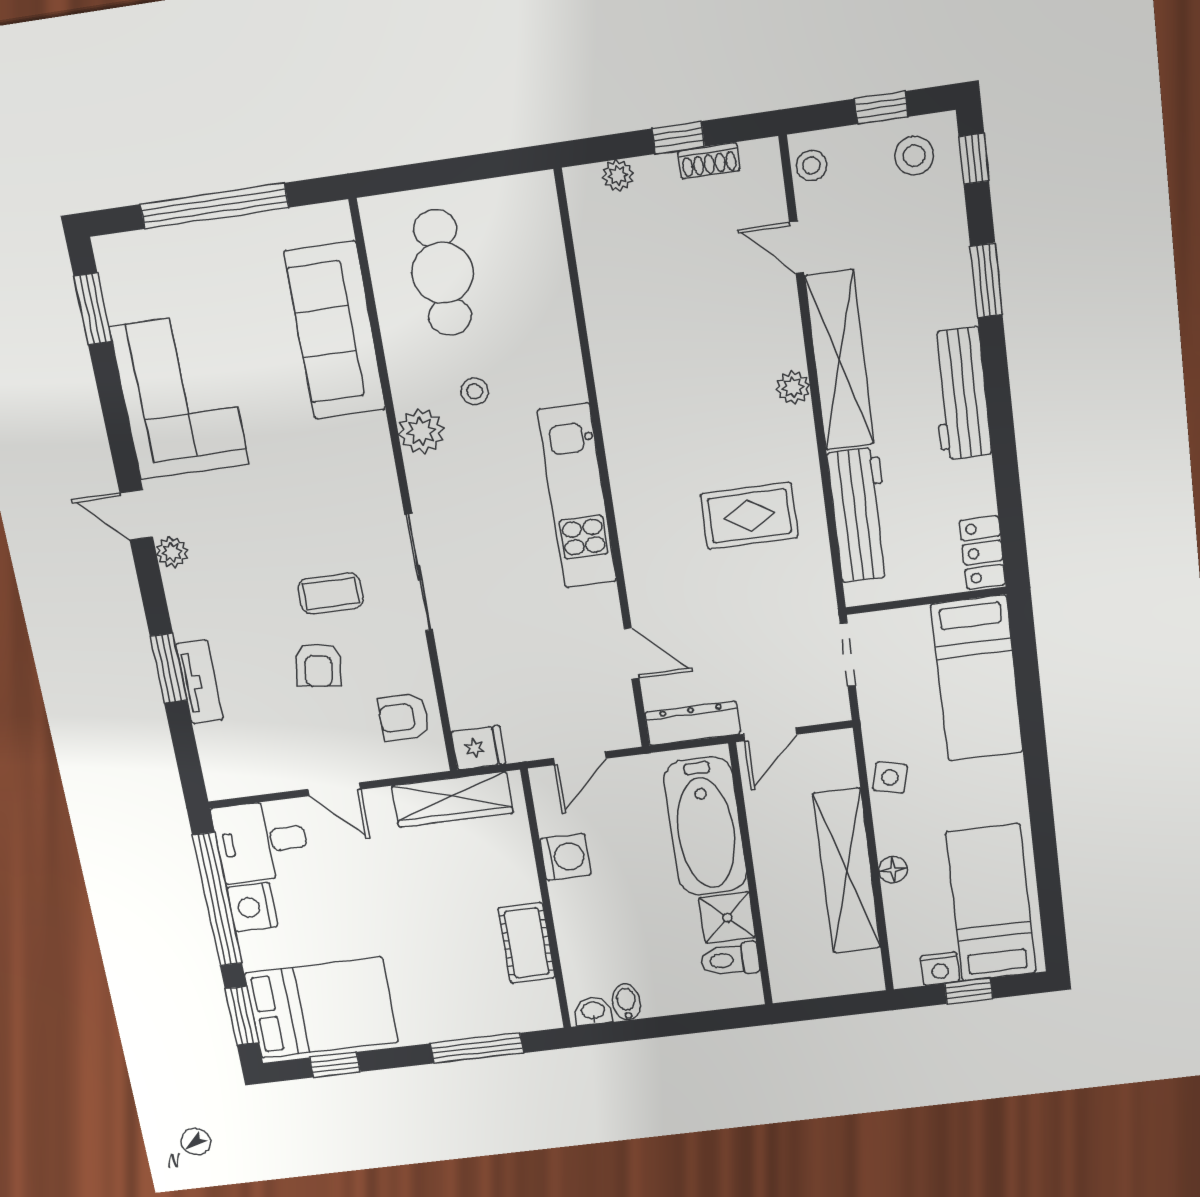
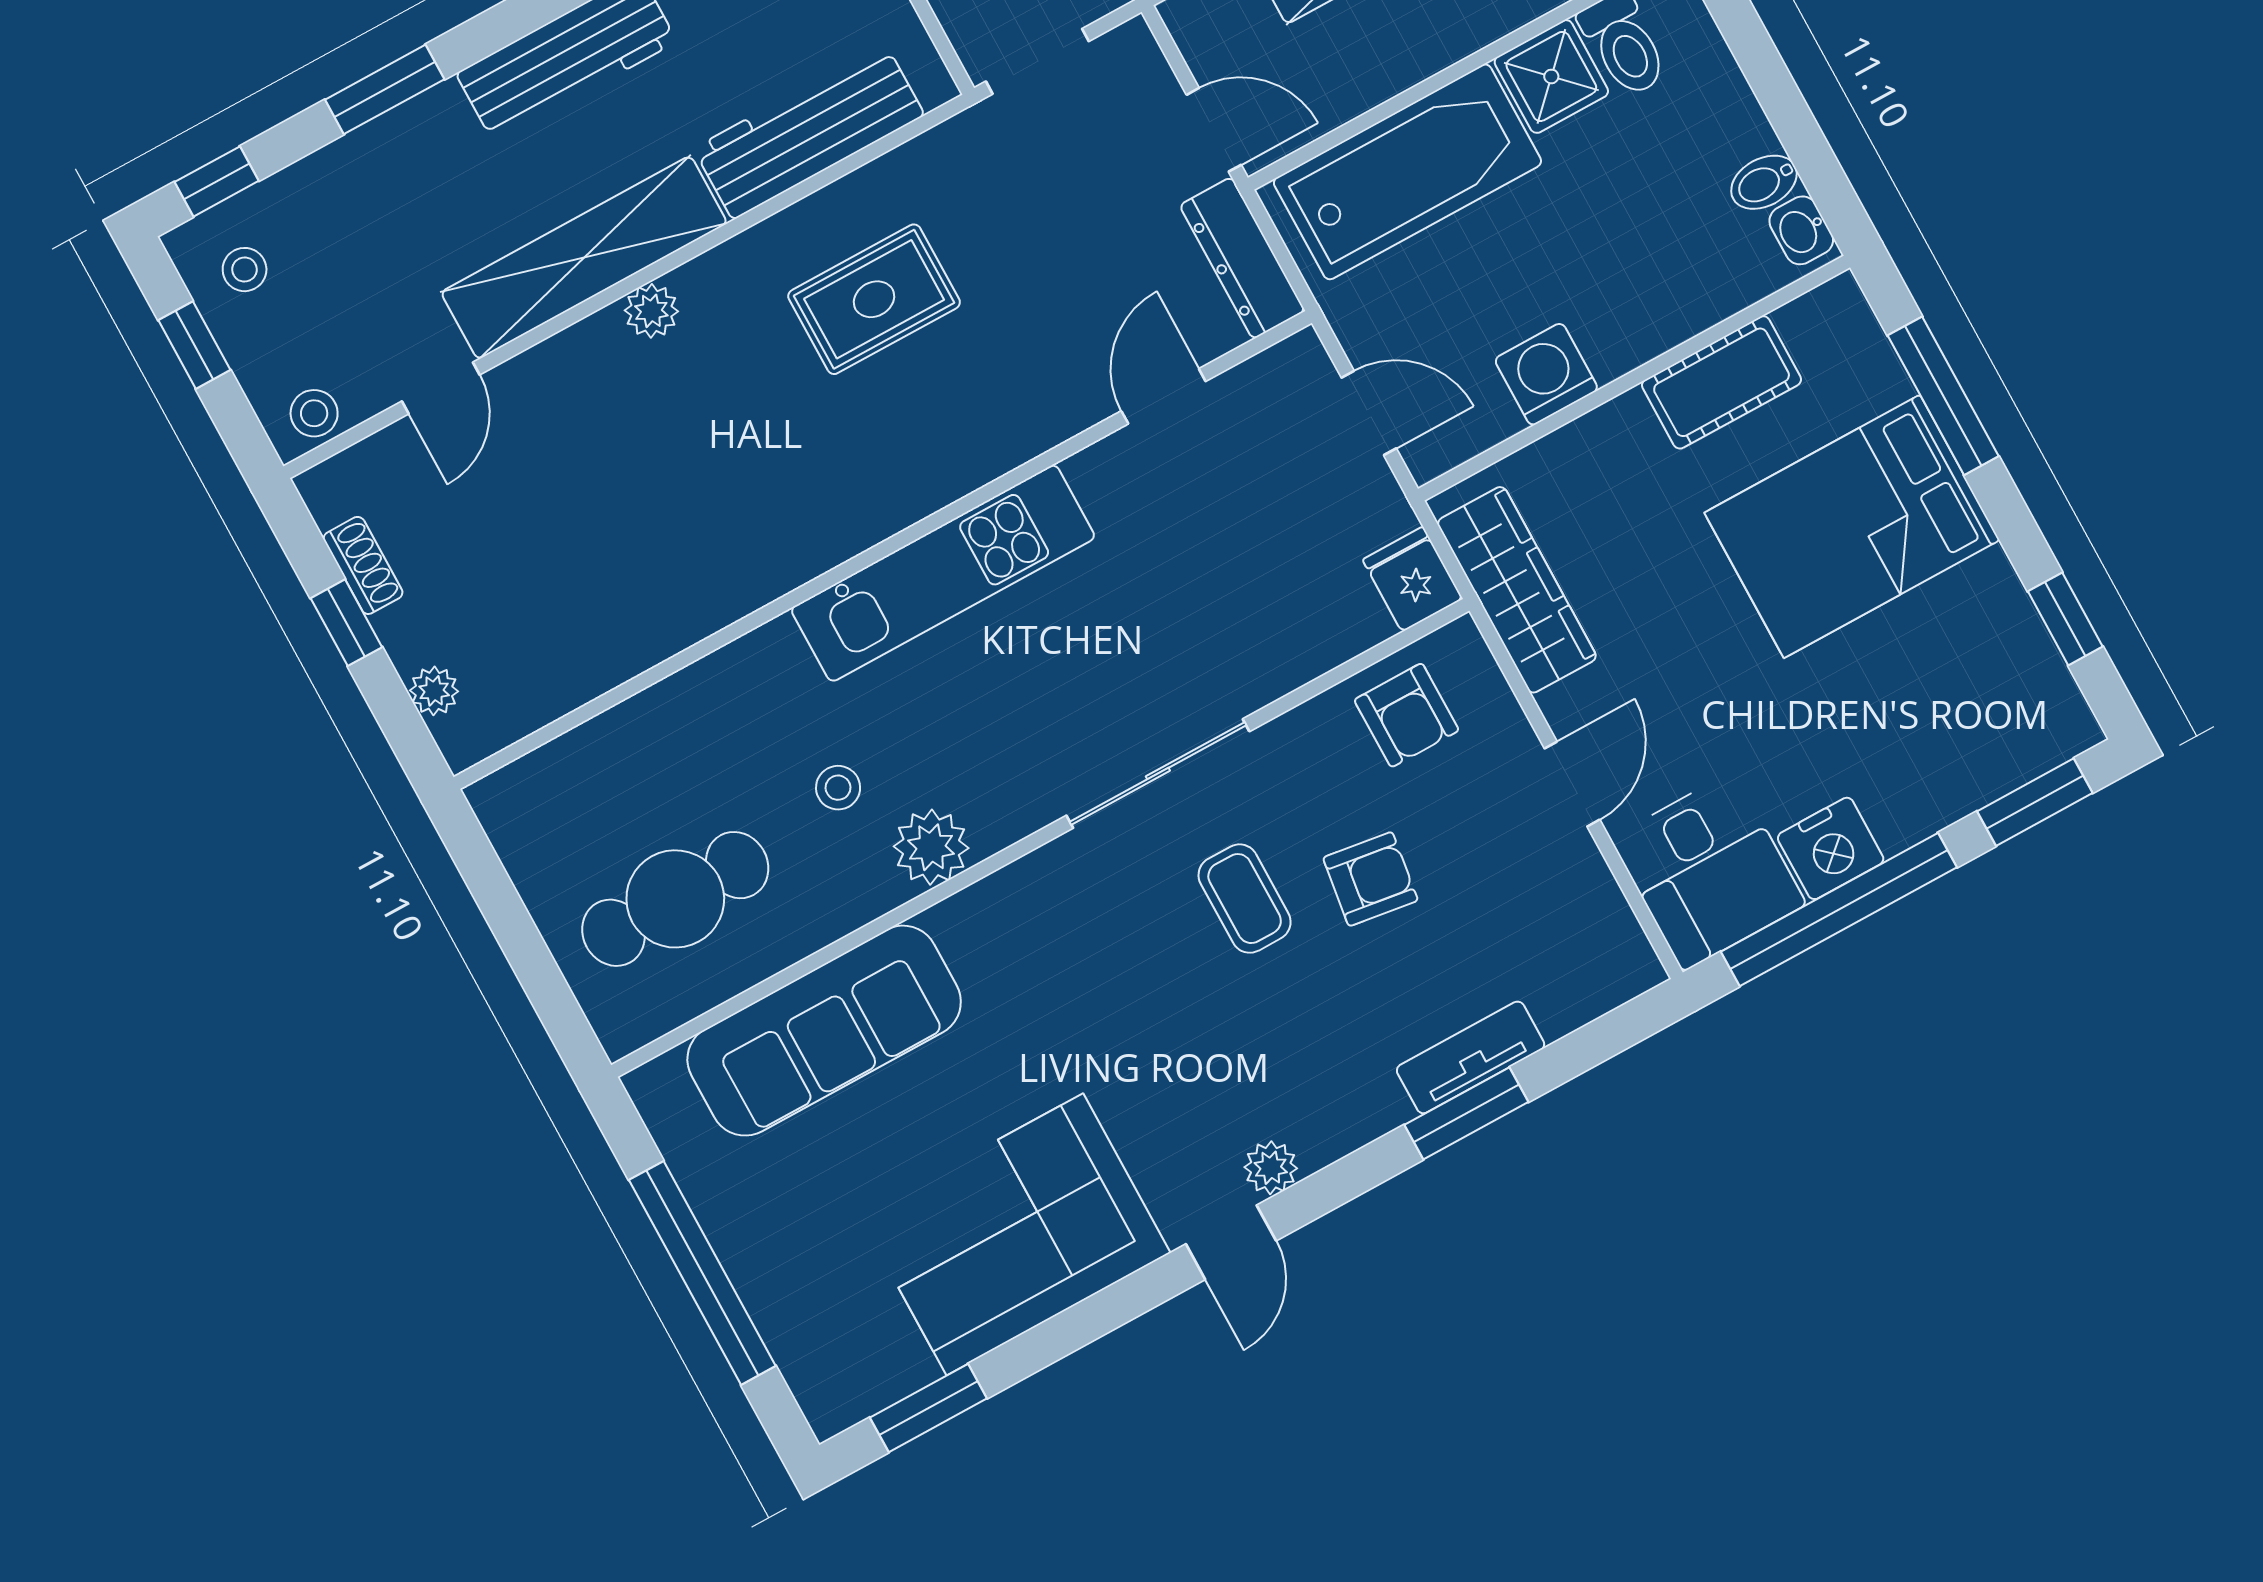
stool: (914, 156) -> (245, 270), width x0.73, depth x0.73
rug: (749, 516) -> (874, 299), turned 90
bed: (322, 1008) -> (1852, 526), moved, turned -90

